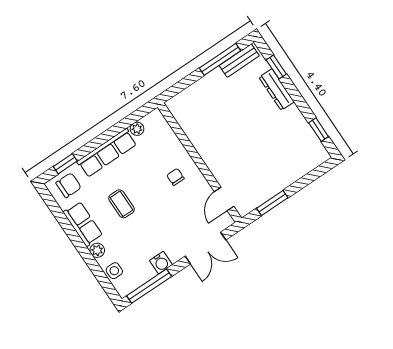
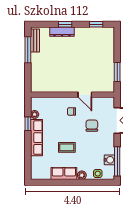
window: (276, 67) -> (65, 24), moved
window: (65, 164) -> (28, 124), moved
chair: (69, 185) -> (92, 126), moved
door: (224, 199) -> (85, 95), moved
water cooler: (161, 263) -> (109, 160), moved

